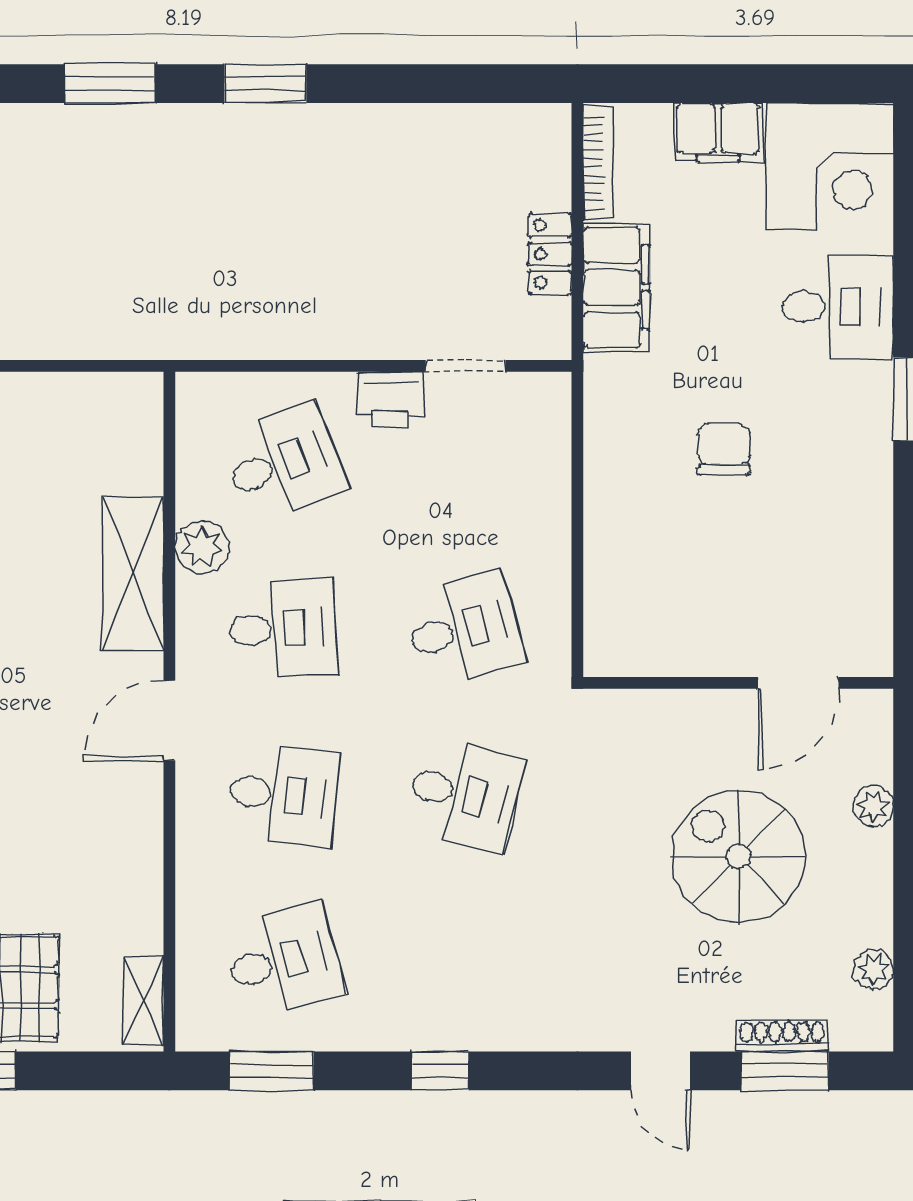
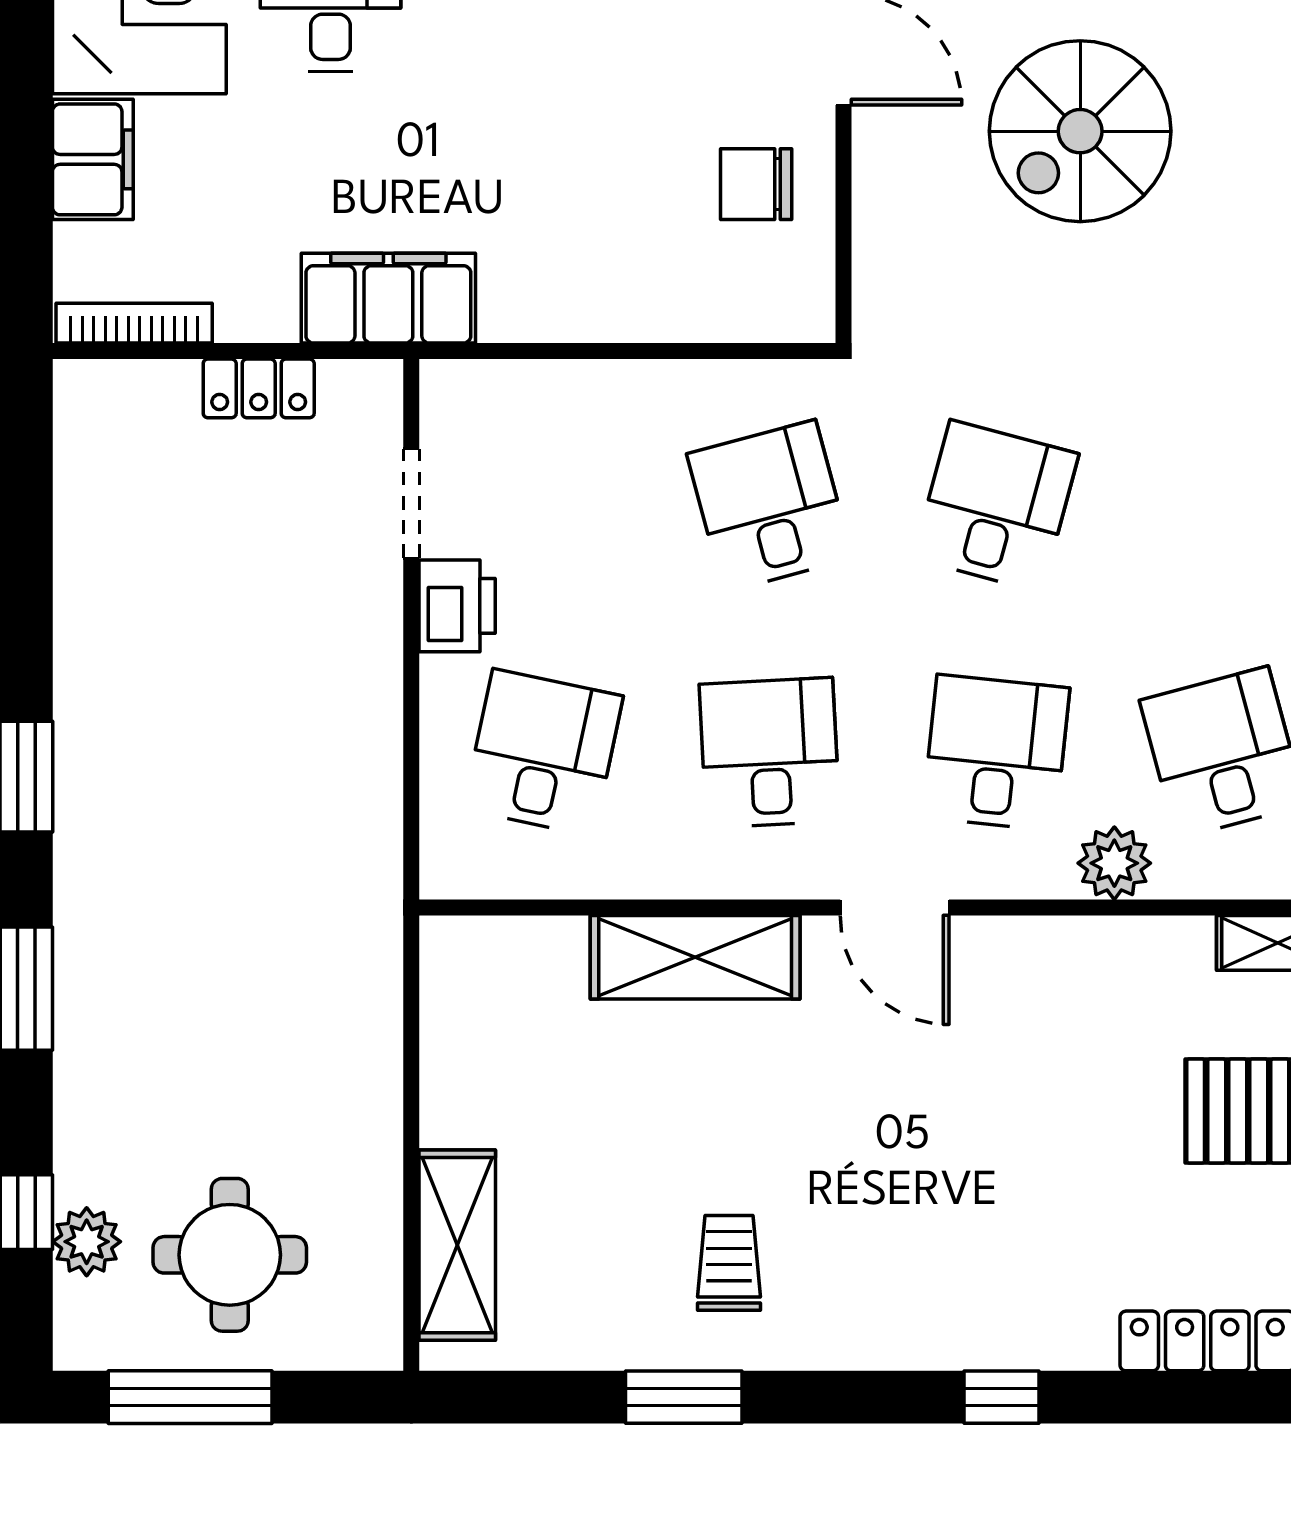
filing cabinet: (616, 287) -> (388, 298), moved
chair: (724, 449) -> (756, 184), moved
desk: (283, 463) -> (543, 752), turned 33
plant: (202, 547) -> (1114, 863), moved

